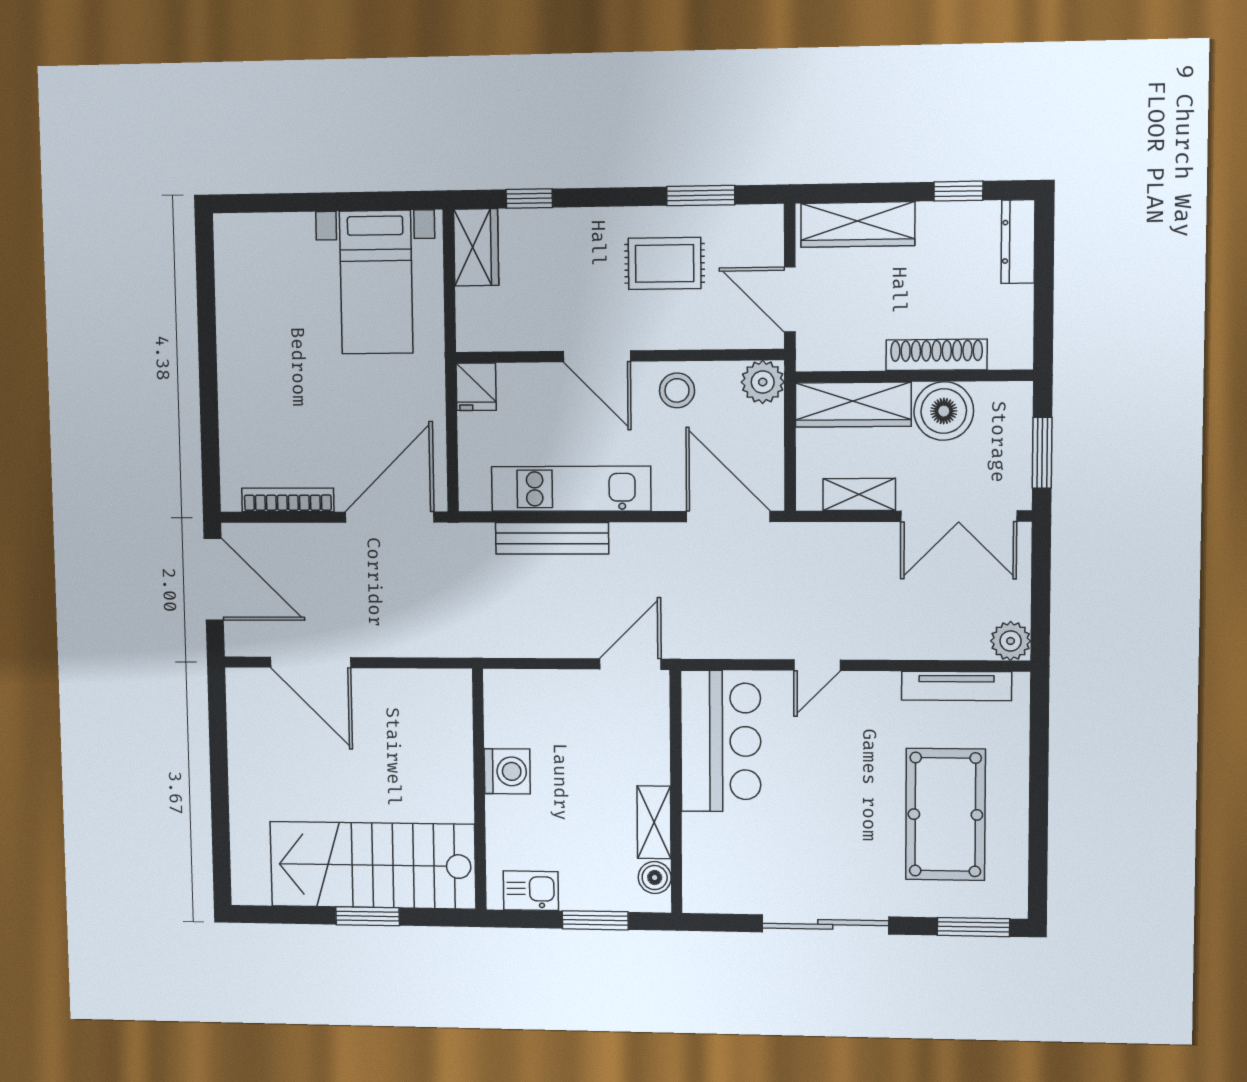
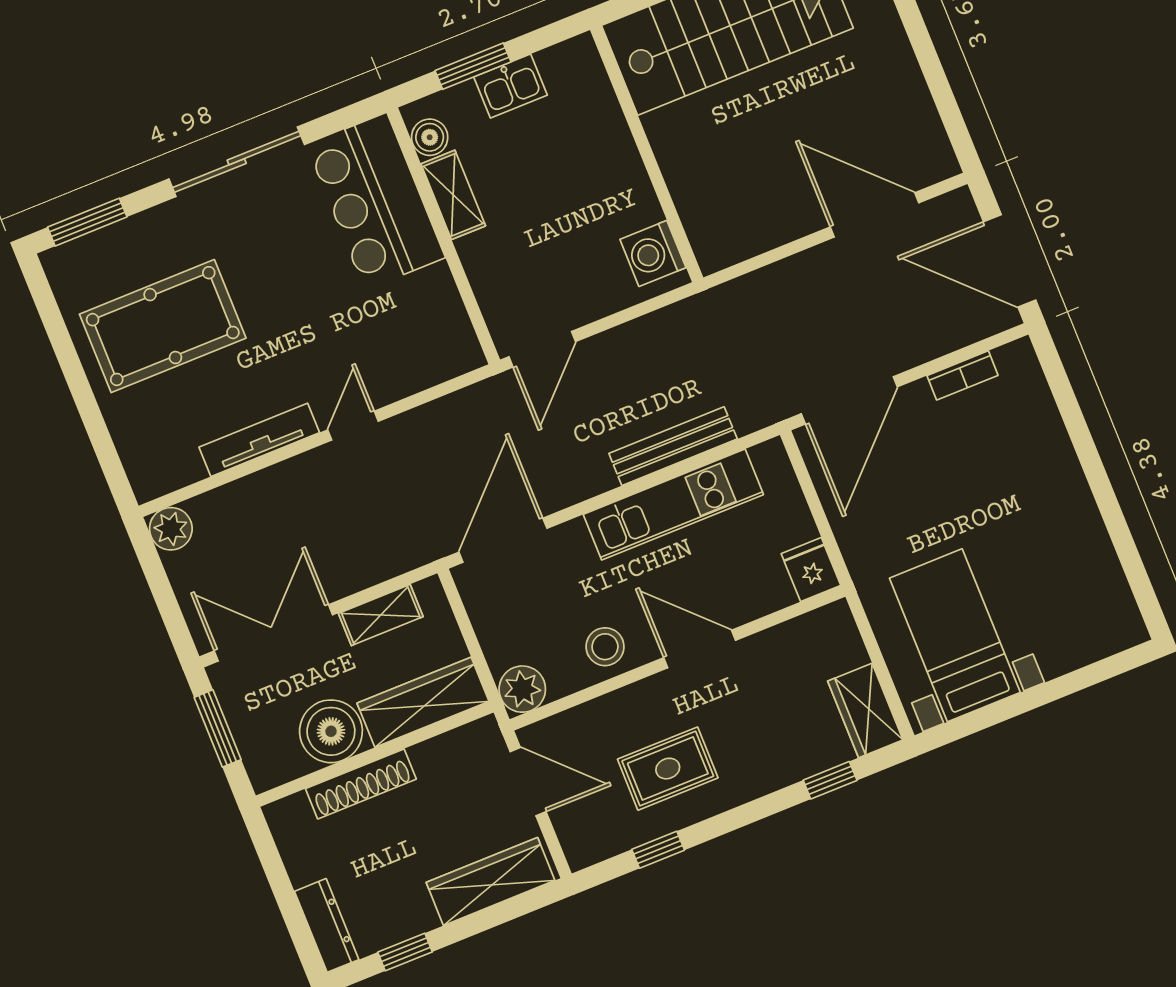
window: (701, 195) -> (658, 850), width x0.67
bookcase: (288, 500) -> (962, 375), width x0.64
door: (728, 517) -> (503, 540), swing flipped
tv unit: (956, 686) -> (259, 440), moved
bar counter: (721, 741) -> (376, 201), moved
washing machine: (507, 771) -> (653, 253), moved
pool table: (945, 815) -> (163, 326), turned 90
kitchen sink: (531, 891) -> (511, 86), moved

